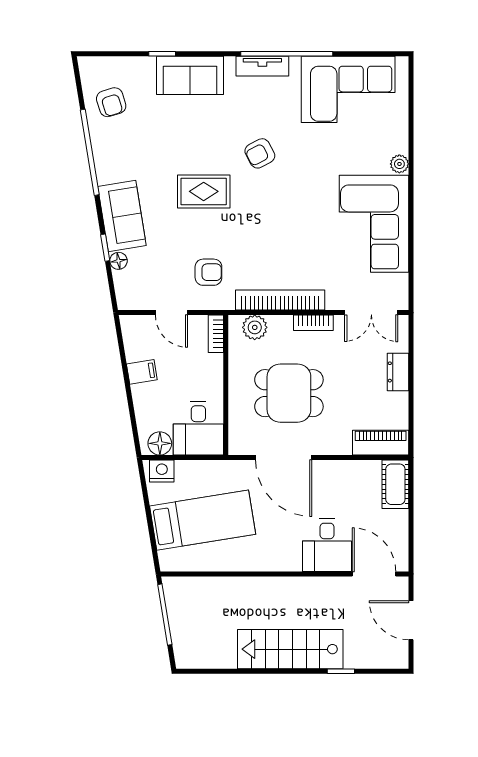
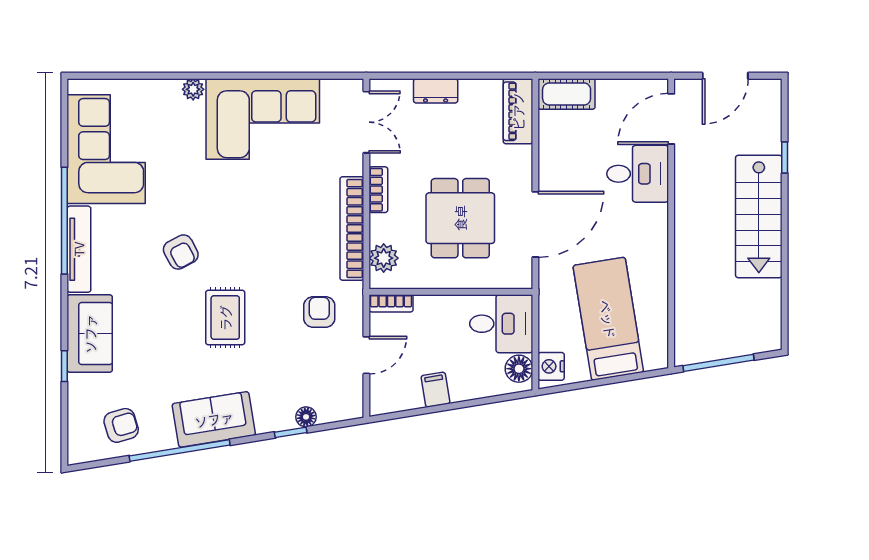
tv unit: (262, 66) -> (79, 249), width x1.41
sofa: (122, 216) -> (214, 419), moved

